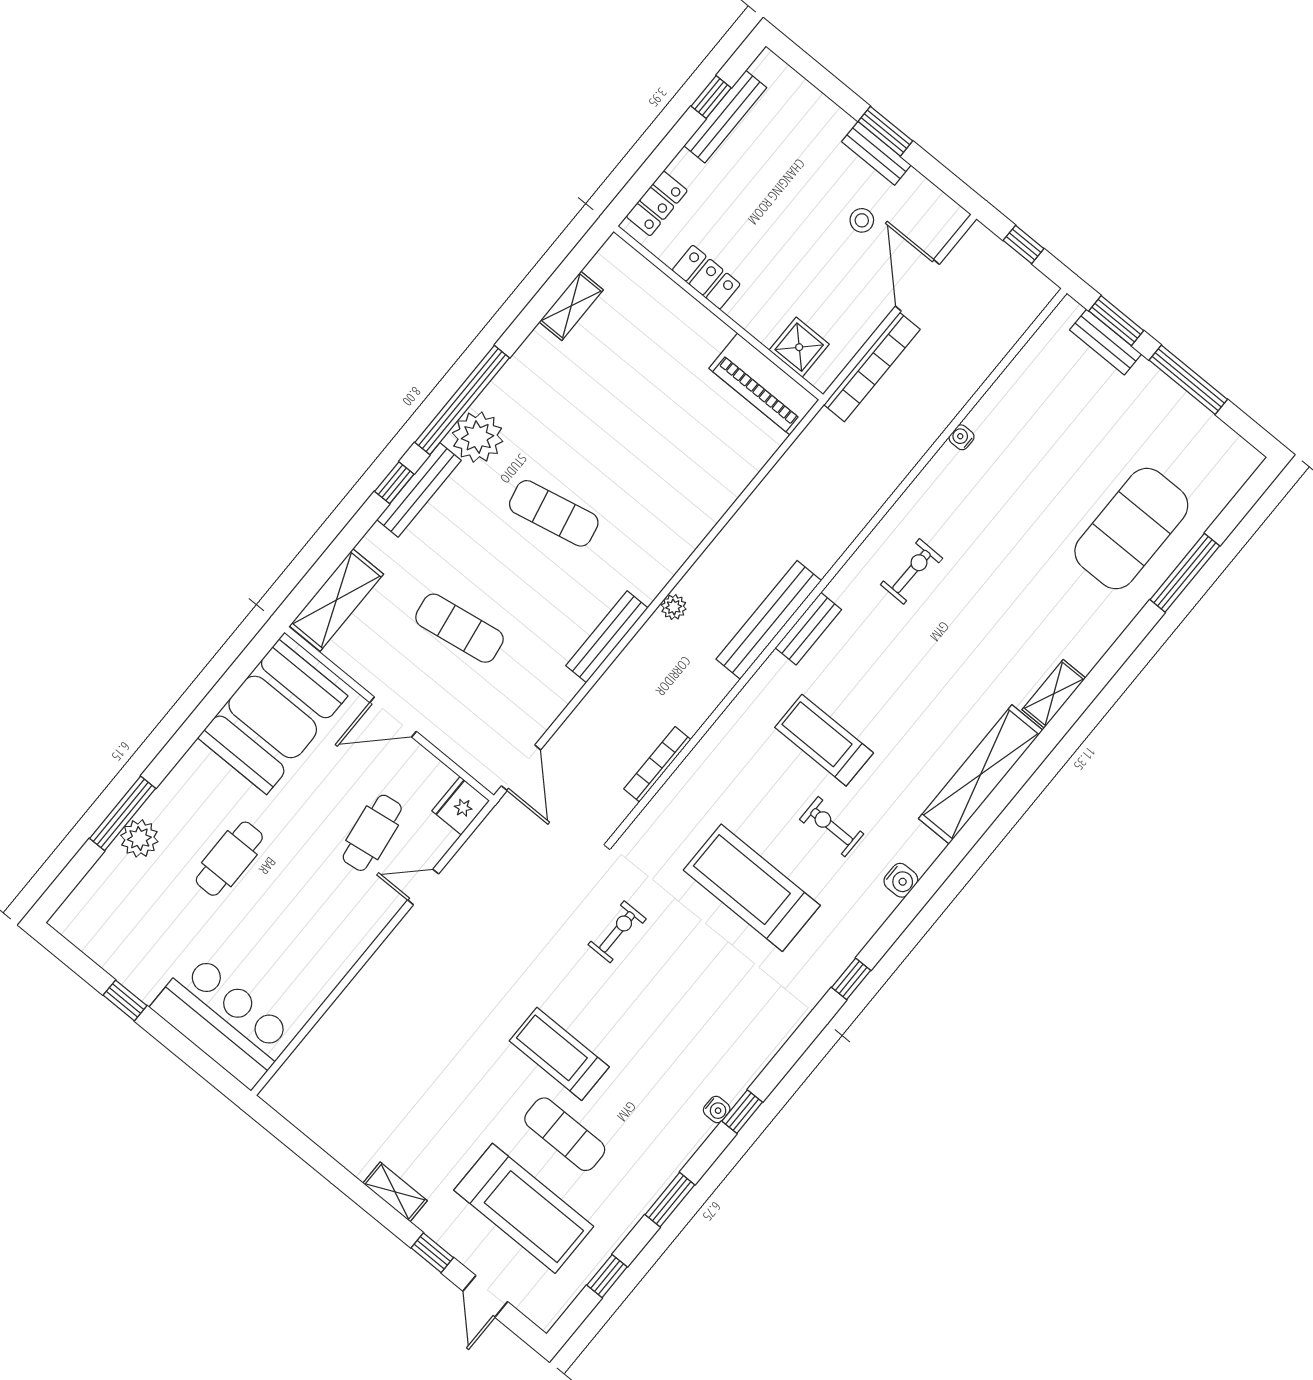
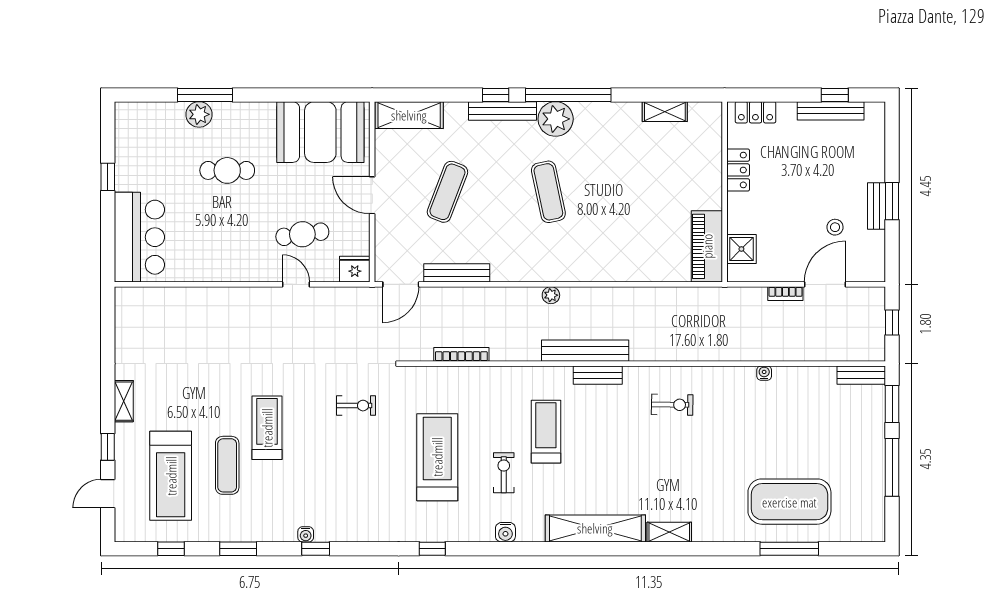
bench: (1106, 342) -> (861, 375), moved, turned 90
bookcase: (872, 367) -> (785, 294), width x0.43, depth x0.76
exercise mat: (459, 628) -> (447, 192), turned 30
bench: (607, 637) -> (457, 273), moved

